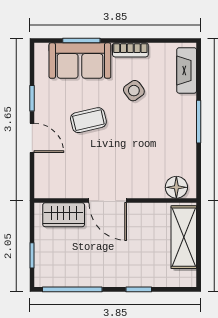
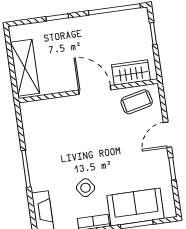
coffee table: (88, 120) -> (137, 102), moved
door: (32, 138) -> (167, 135), hinge flipped
floor lamp: (176, 187) -> (37, 110), removed

